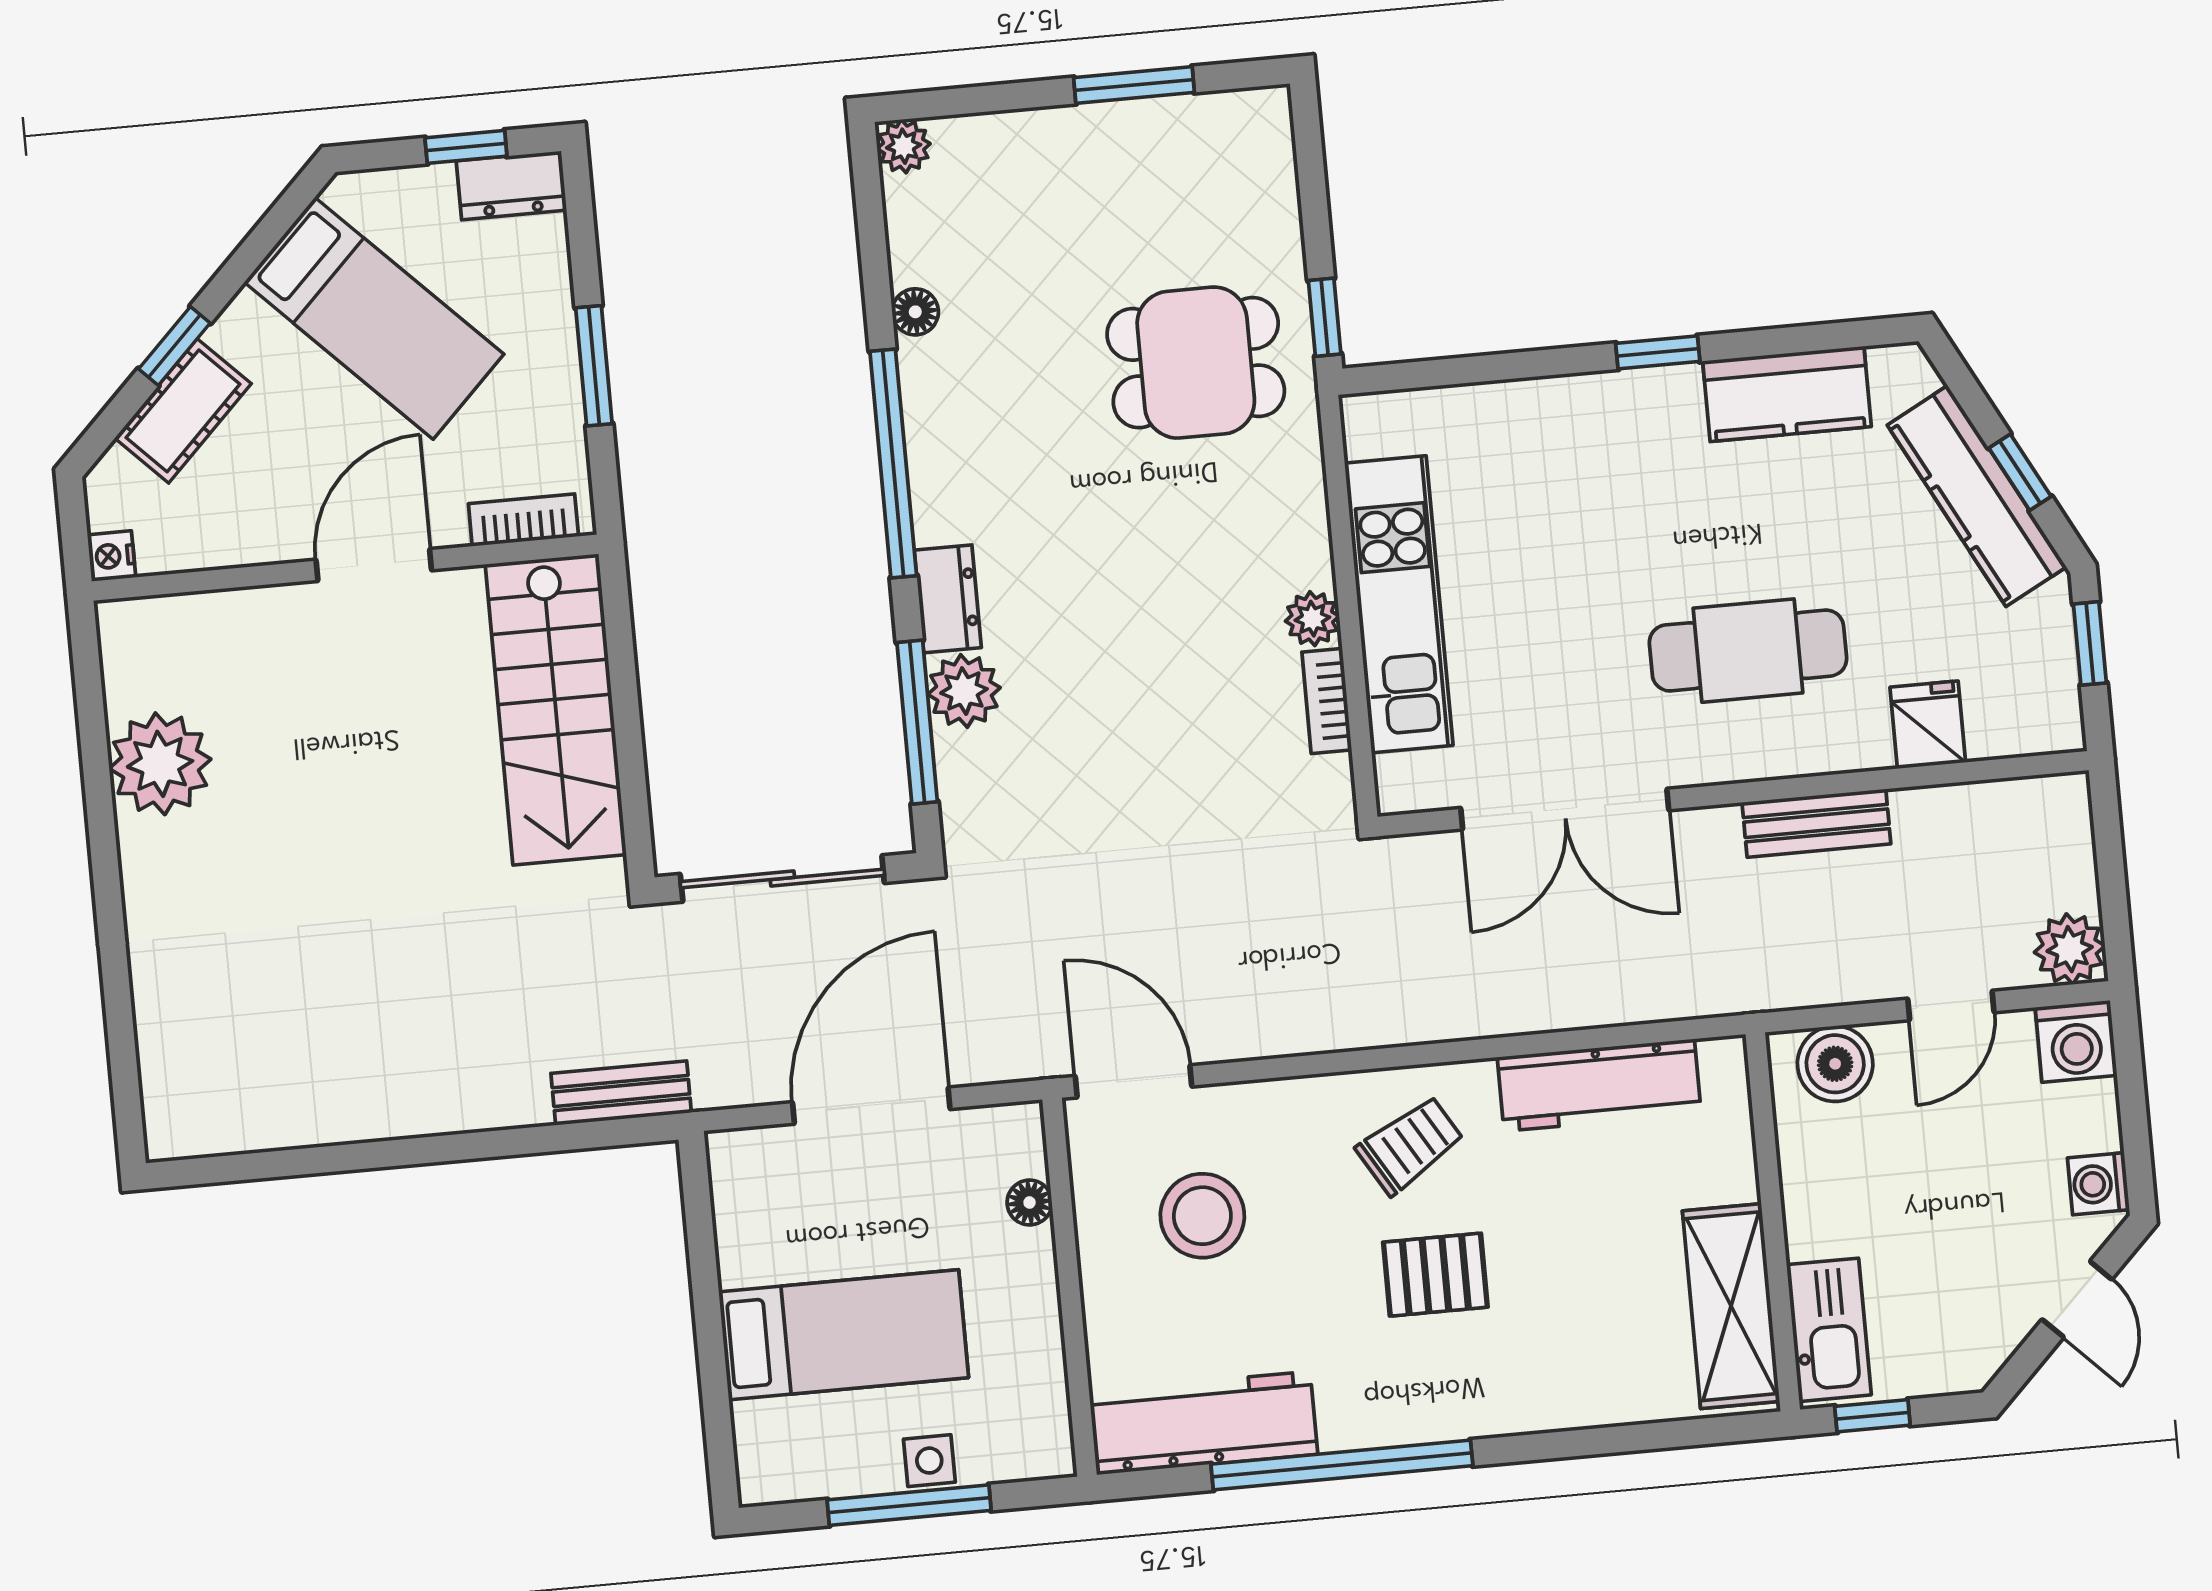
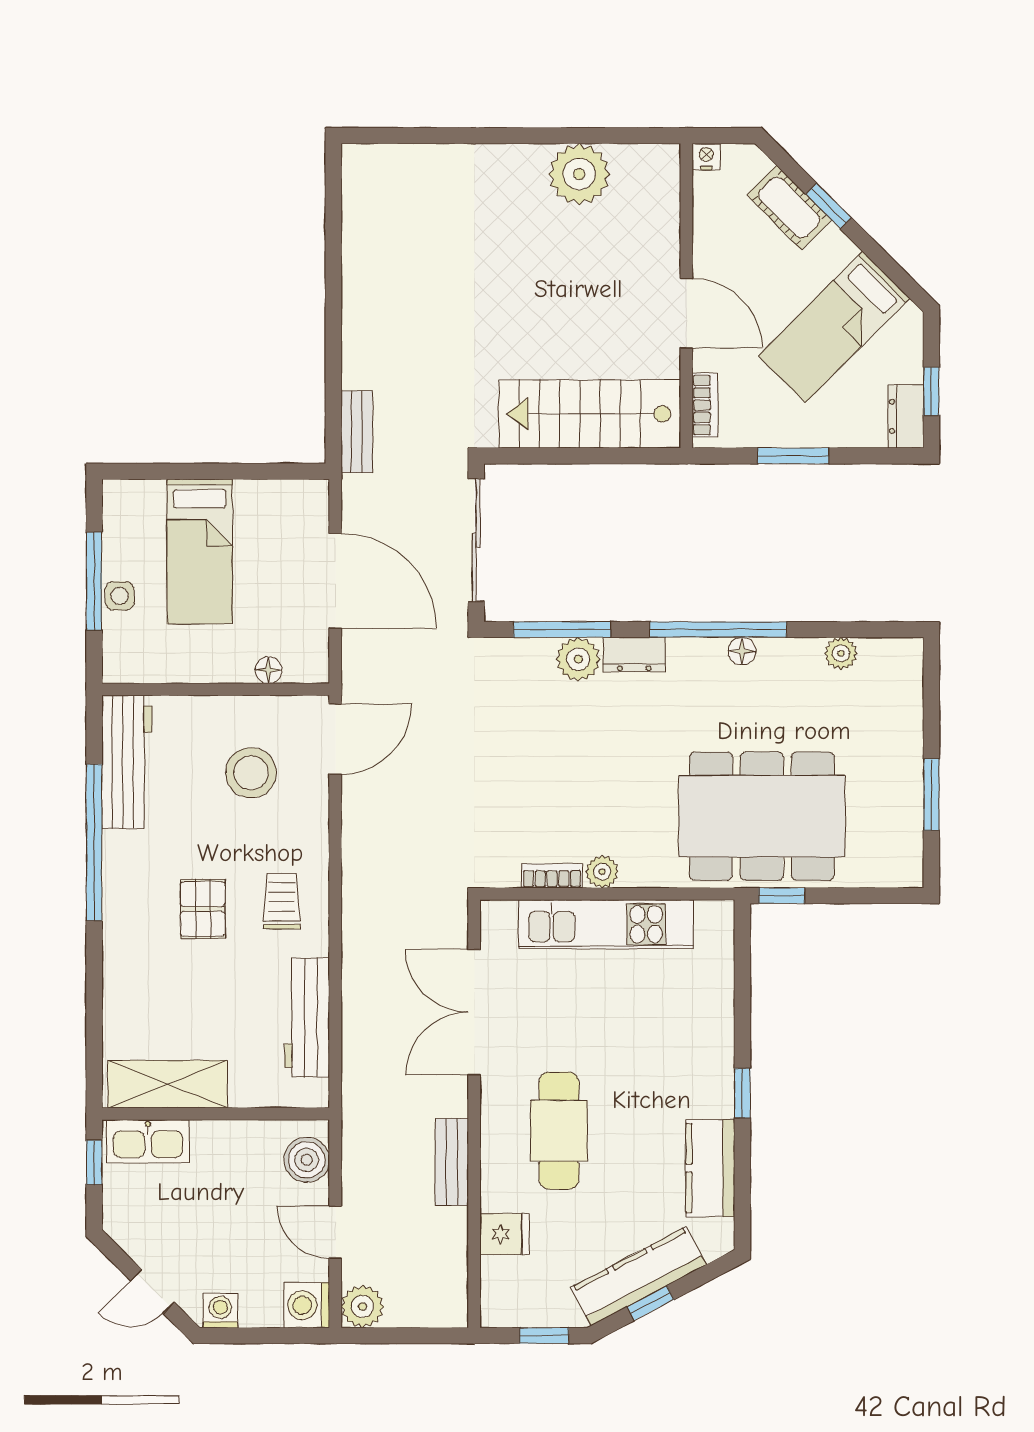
plant: (904, 146) -> (841, 653), moved
floor lamp: (915, 312) -> (742, 651), moved
dining table: (1196, 363) -> (762, 816), width x1.88, depth x1.24
trolley: (1410, 1145) -> (282, 901), turned -149

